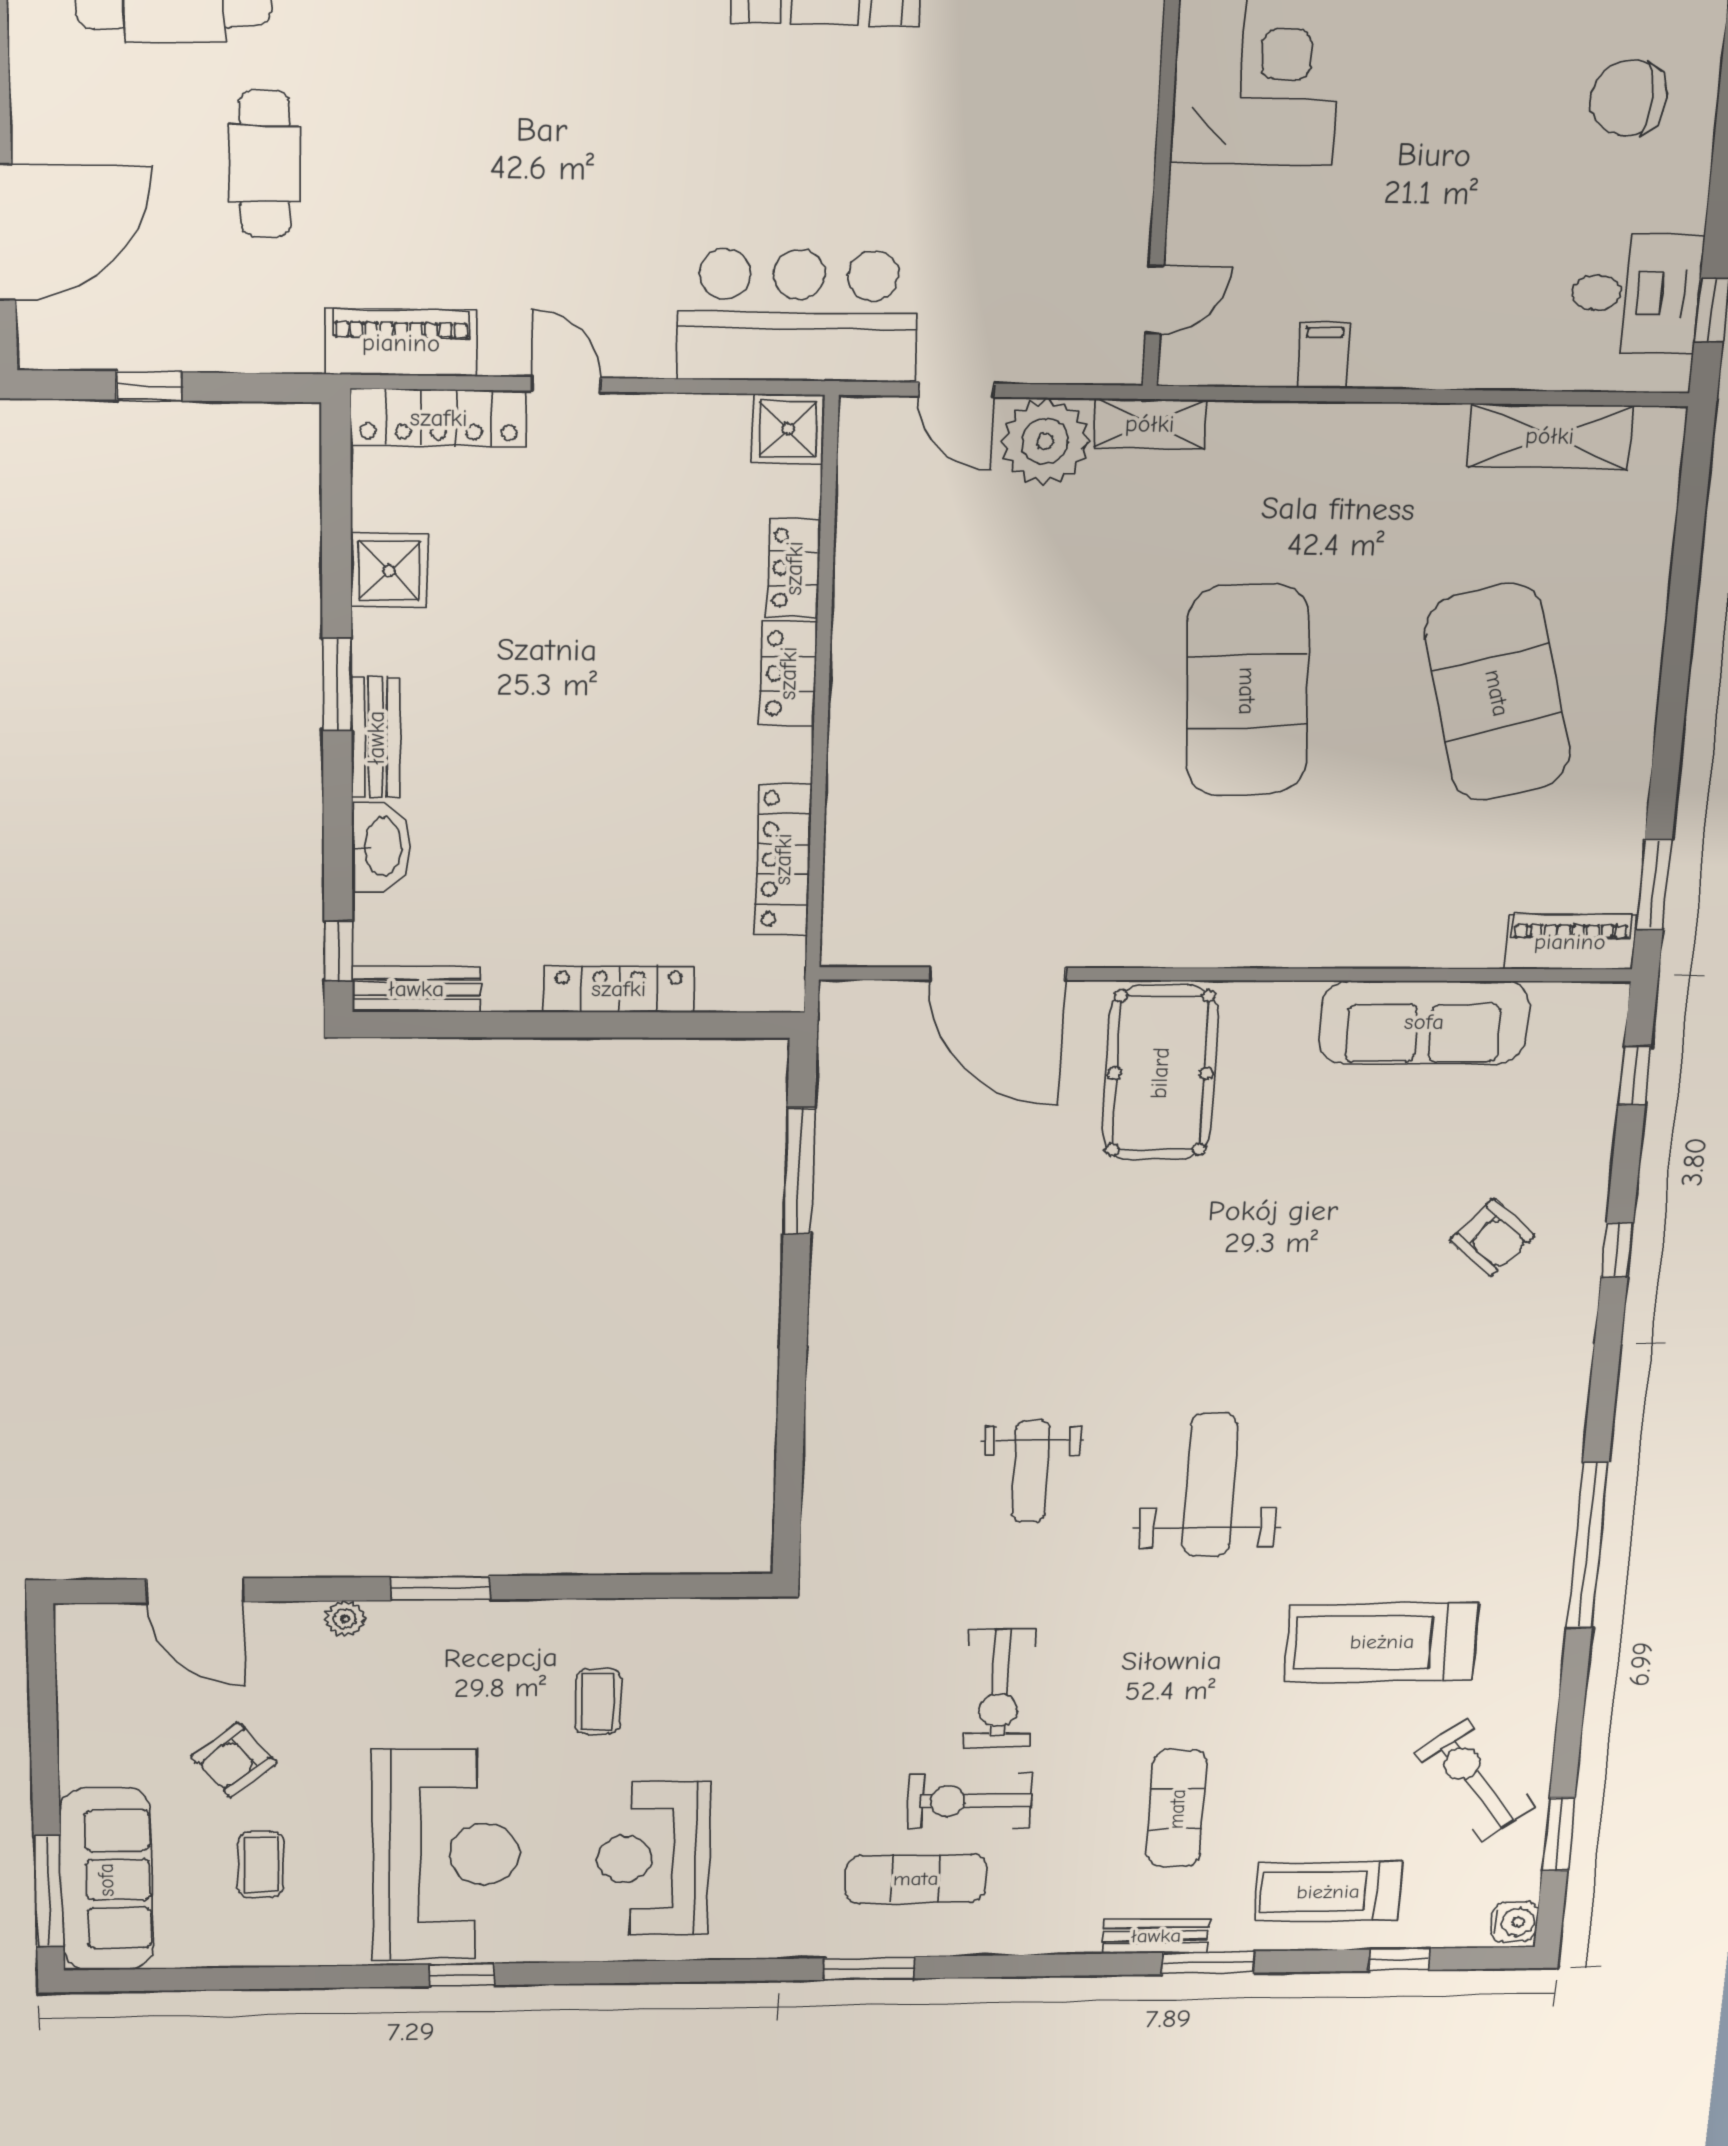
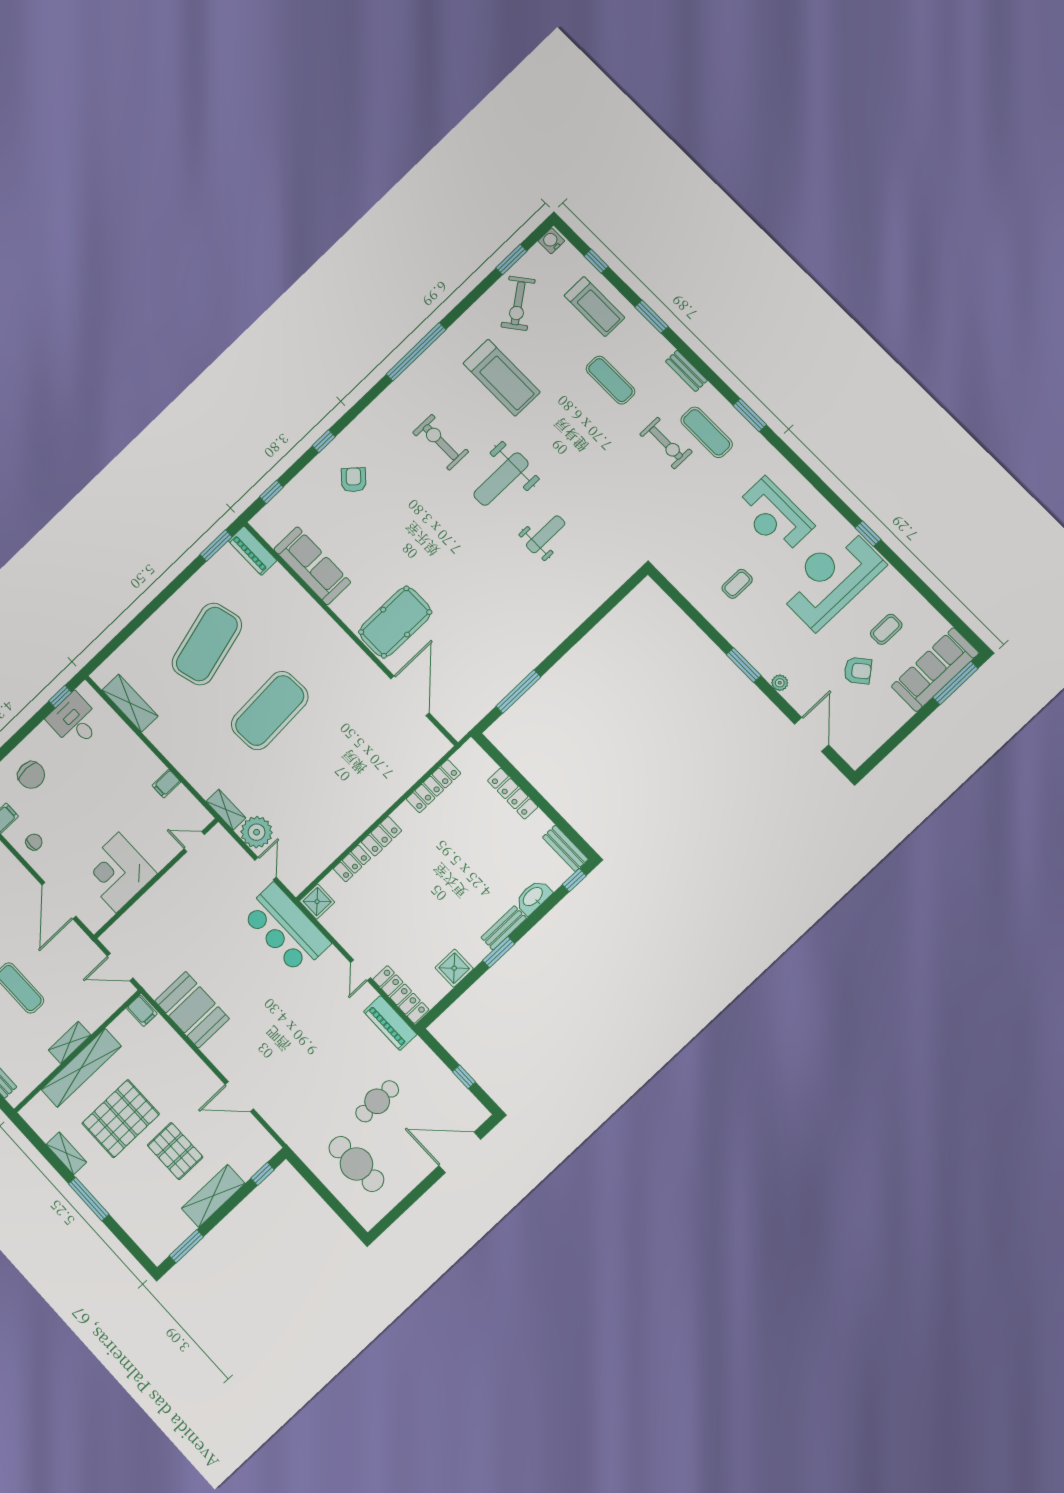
exercise bike: (1000, 1689) -> (441, 442), moved, turned -90
exercise mat: (1177, 1809) -> (610, 380), turned 90
reception desk: (653, 1859) -> (774, 516), turned 90
bench: (1156, 1936) -> (686, 371), moved

